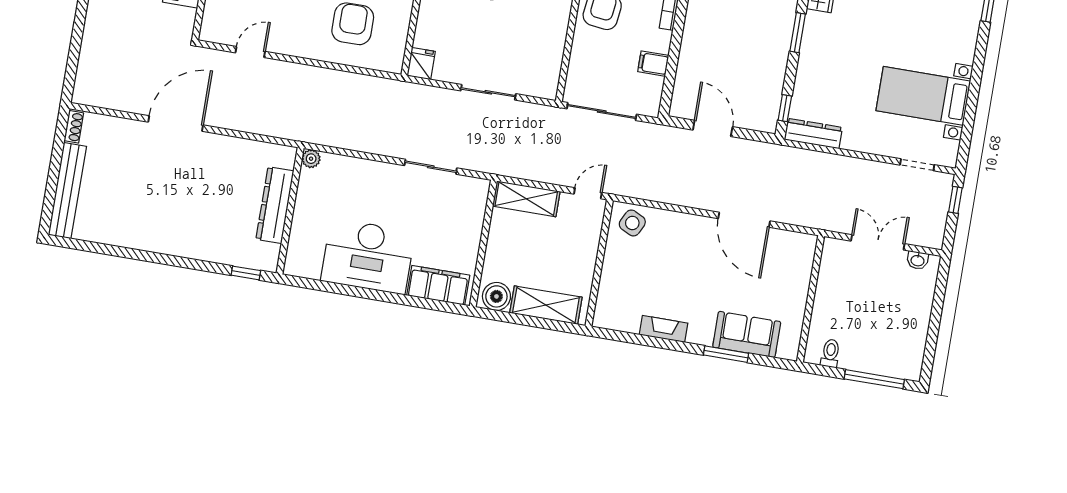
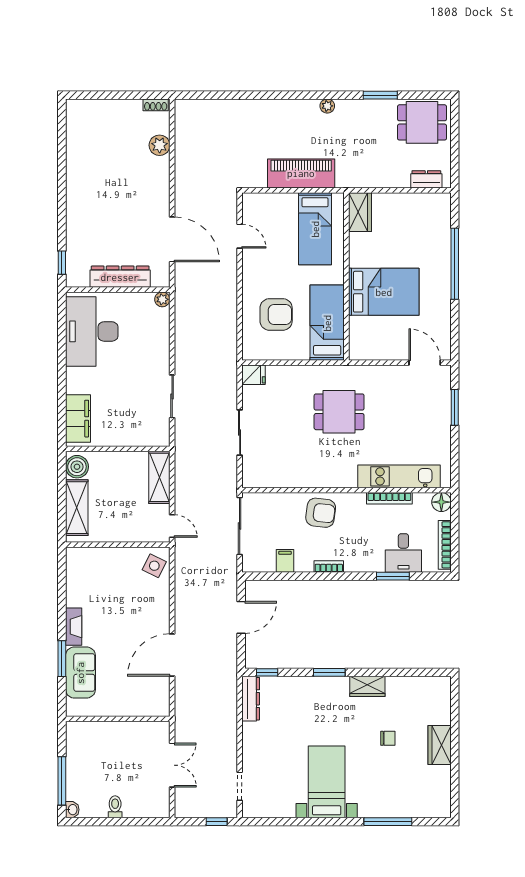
bed with nightstands: (923, 96) -> (327, 782), moved
door: (176, 124) -> (172, 239), moved
plant: (124, 130) -> (160, 145), added
bench: (67, 191) -> (104, 108), removed
desk: (368, 256) -> (92, 331), moved
washbasin: (918, 260) -> (72, 810), moved, turned 180
fireplace: (664, 329) -> (74, 627), moved
toilet: (830, 353) -> (115, 807), moved, turned -90

